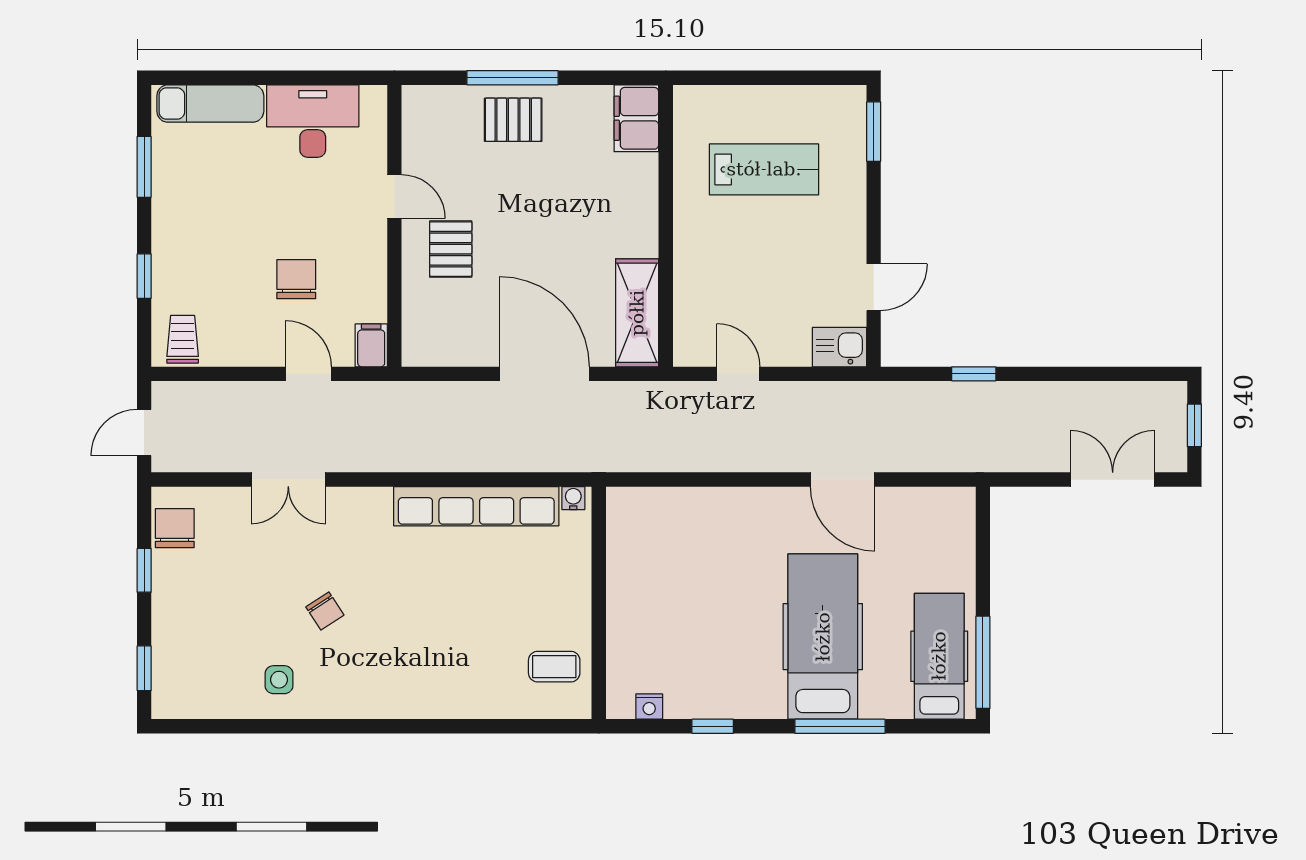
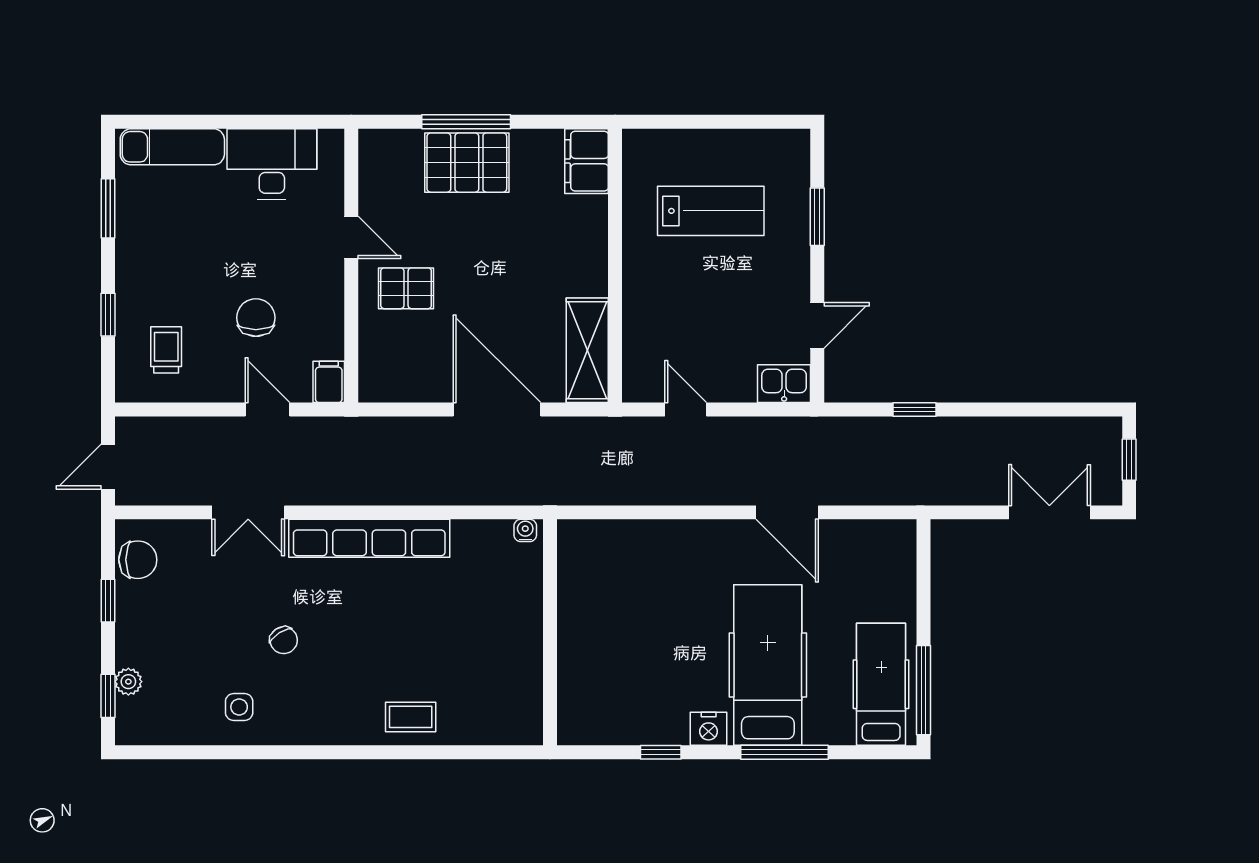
pallet: (513, 120) -> (467, 163), width x1.50, depth x1.42
window: (874, 132) -> (817, 217), moved
pallet: (451, 249) -> (406, 288), turned 90
trolley: (183, 339) -> (166, 350), moved
row of seats: (476, 506) -> (369, 538), moved
chair: (175, 528) -> (138, 560), turned 90
plant: (165, 654) -> (128, 682), added
coffee table: (554, 667) -> (411, 717), moved
nightstand: (649, 707) -> (709, 729), moved, width x1.39, depth x1.35

